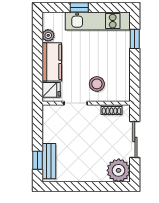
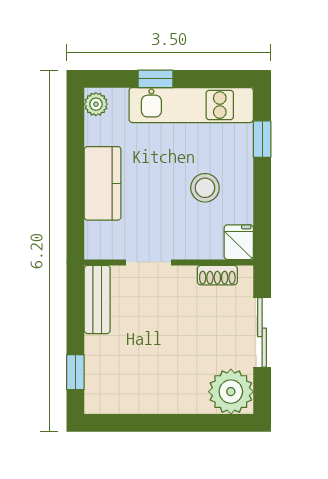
plant: (48, 35) -> (96, 104), moved
stool: (97, 84) -> (205, 188), moved
fridge: (51, 90) -> (239, 242), moved, turned -90
bench: (49, 161) -> (97, 299), moved

